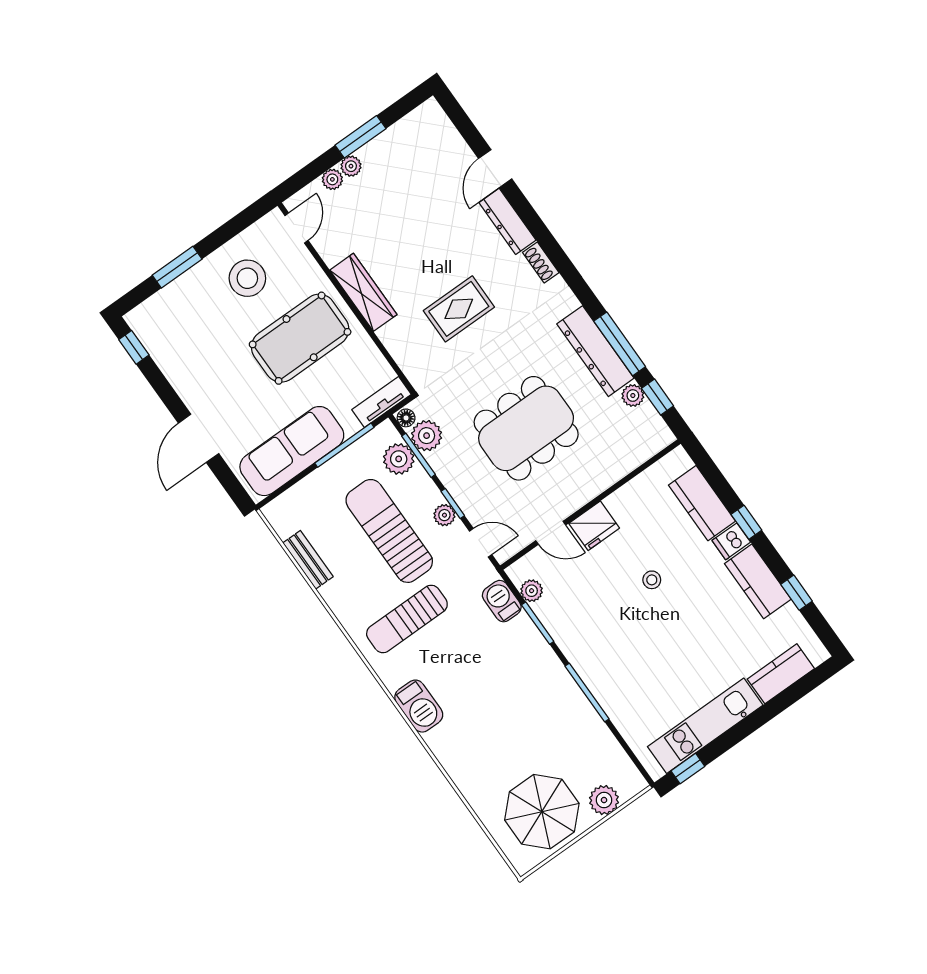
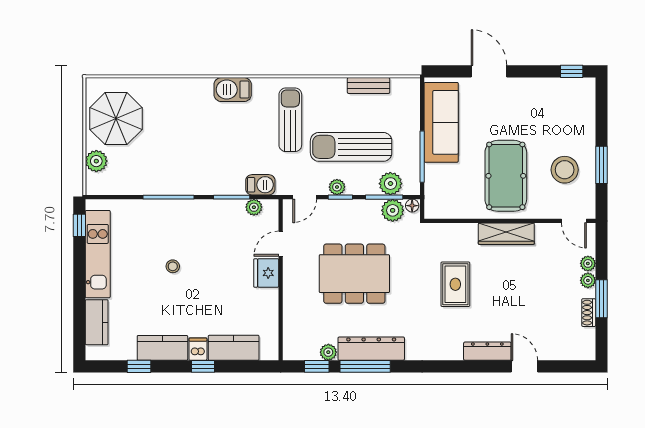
shoe rack: (541, 263) -> (589, 313), moved, turned -90
window: (177, 267) -> (602, 165), moved
tv unit: (381, 402) -> (432, 198), removed
dining table: (526, 428) -> (354, 274), turned 90
sun lounger: (389, 531) -> (351, 147), turned 180
stool: (652, 580) -> (173, 266), moved

